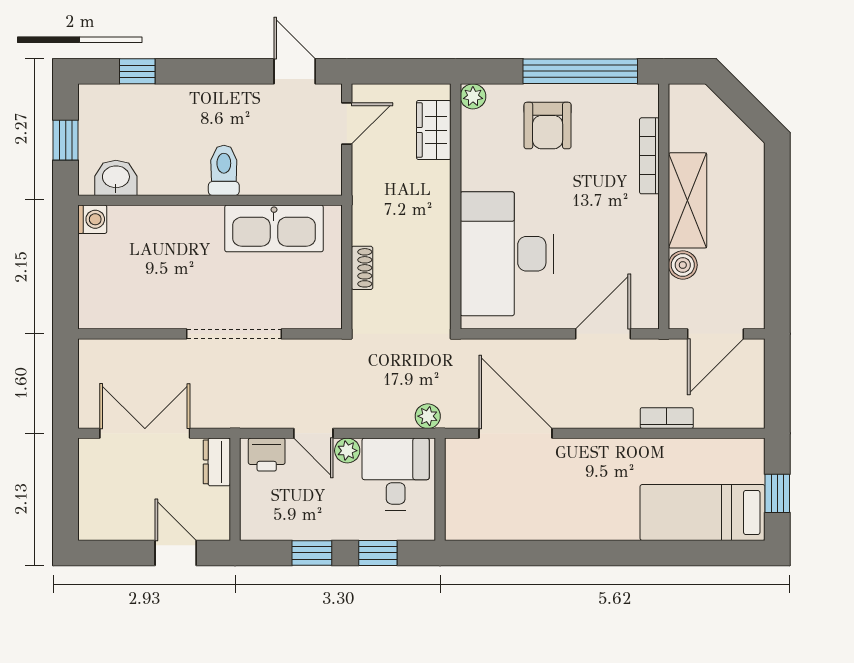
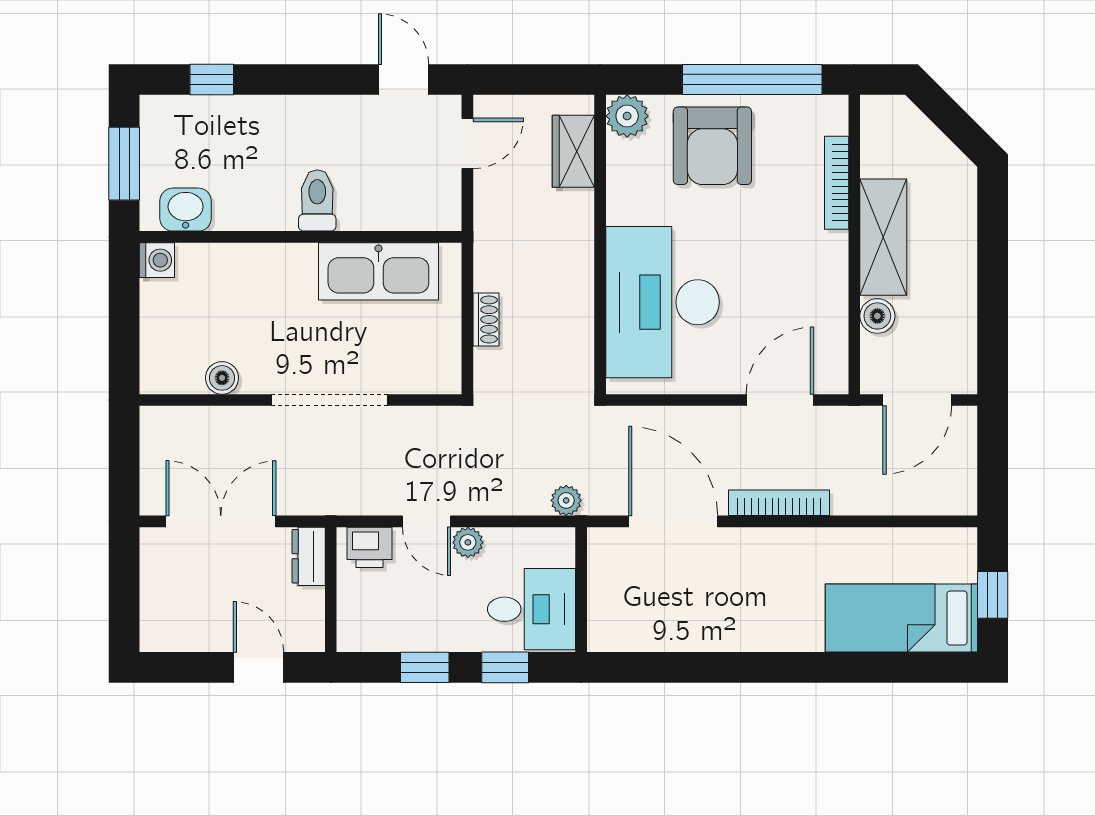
plant: (473, 96) -> (627, 116), width x1.38, depth x1.38
armchair: (548, 126) -> (712, 146), width x1.36, depth x1.36
window: (66, 140) -> (124, 164), width x1.50
boiler: (146, 316) -> (222, 378), added
bookcase: (667, 418) -> (779, 503), moved, width x1.56
desk: (396, 474) -> (531, 609), moved, turned 90

